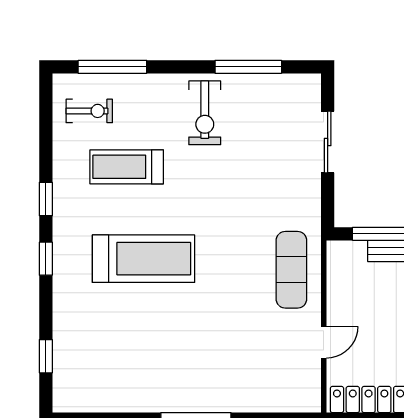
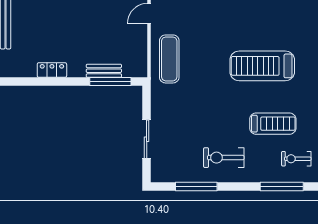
exercise bike: (205, 113) -> (224, 158), turned -90

